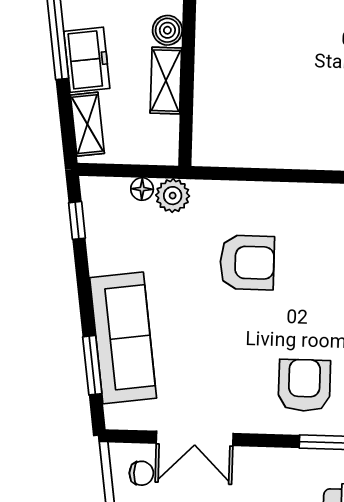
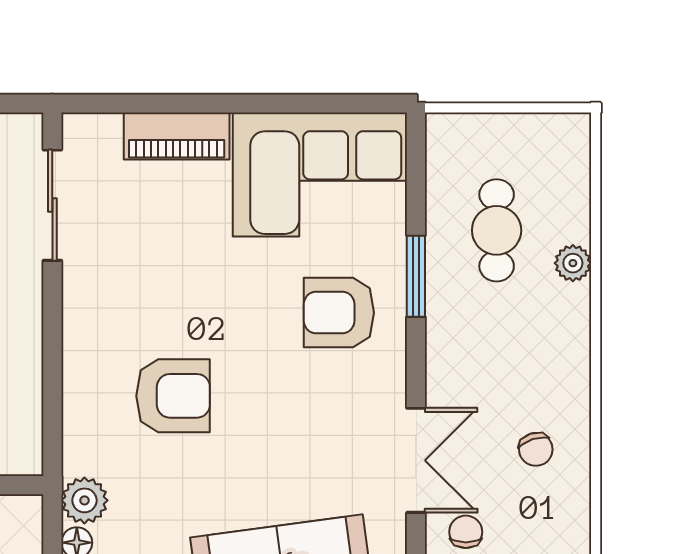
armchair: (247, 262) -> (173, 396), turned 90

